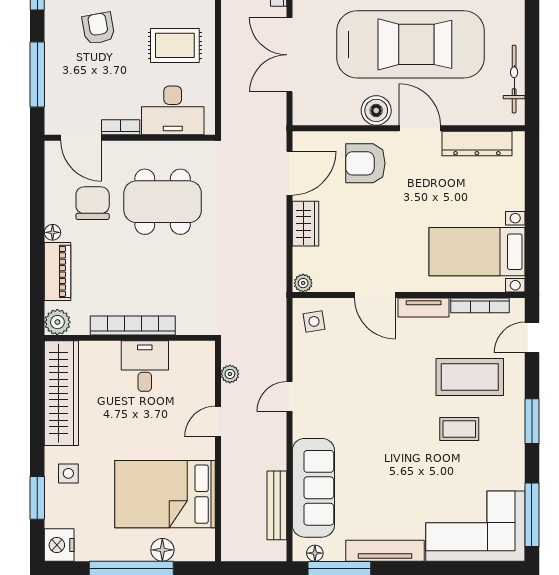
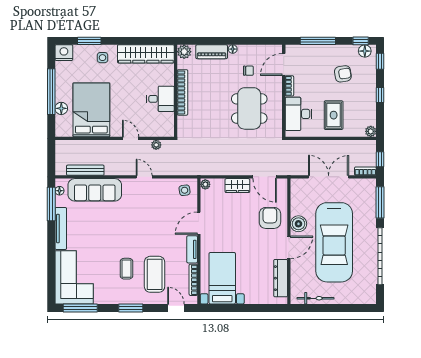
chair: (93, 203) -> (248, 71), width x0.54, depth x0.54

